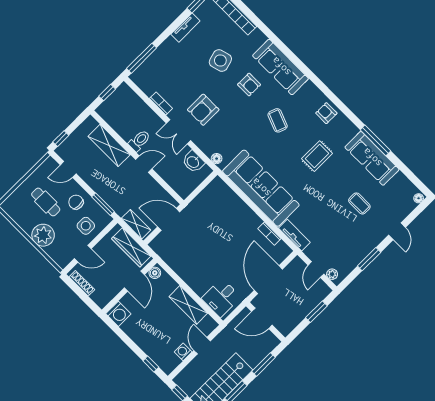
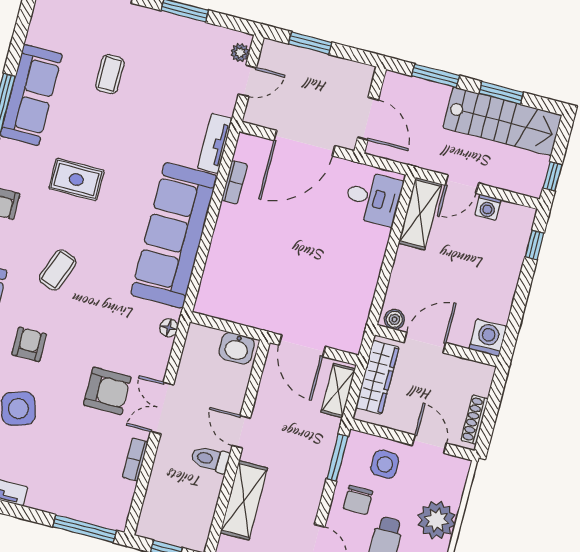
double door: (179, 132) -> (162, 408), swing flipped
washbasin: (193, 162) -> (237, 348), moved, turned 90
shelving: (188, 305) -> (420, 214), moved

